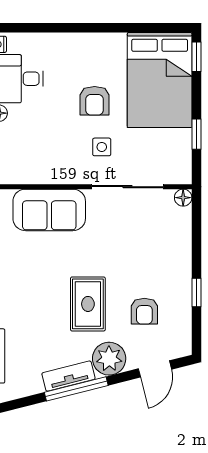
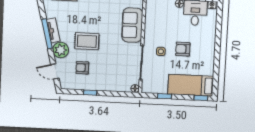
bed: (160, 80) -> (191, 85), width x0.67

